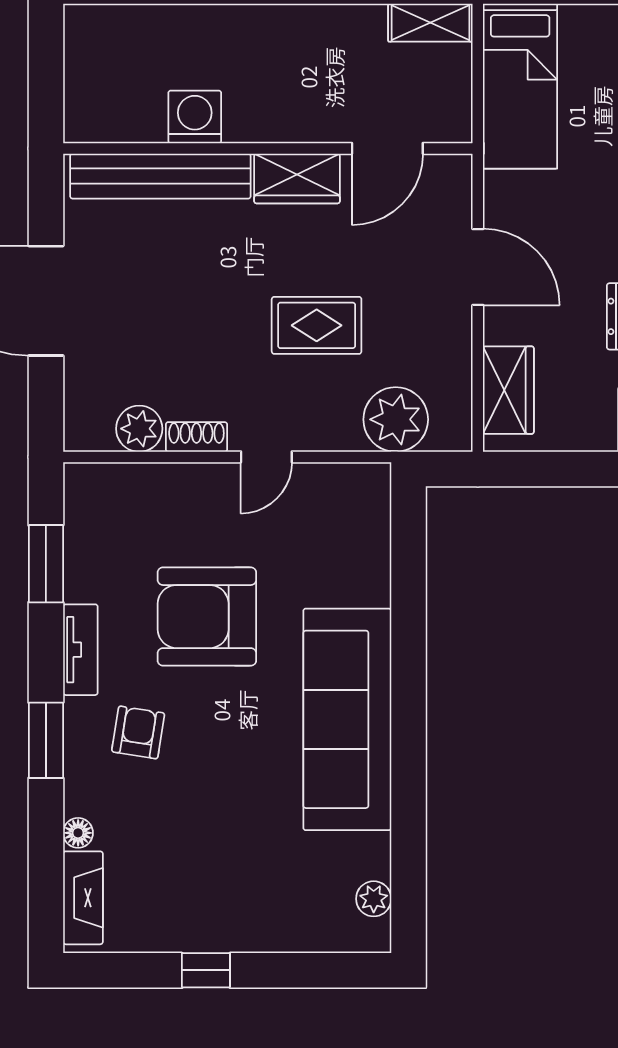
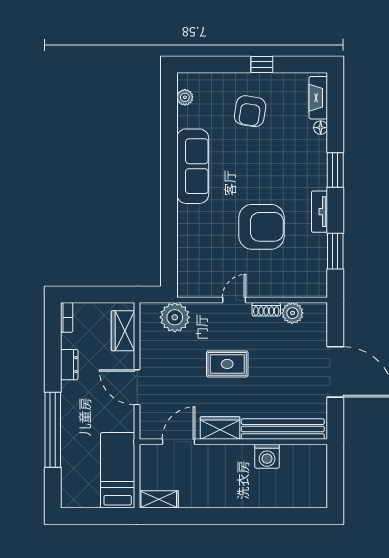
rug: (317, 325) -> (227, 364), moved
sofa: (347, 719) -> (193, 166), width x0.74, depth x0.79
armchair: (138, 732) -> (250, 111), moved, width x1.38, depth x1.38

